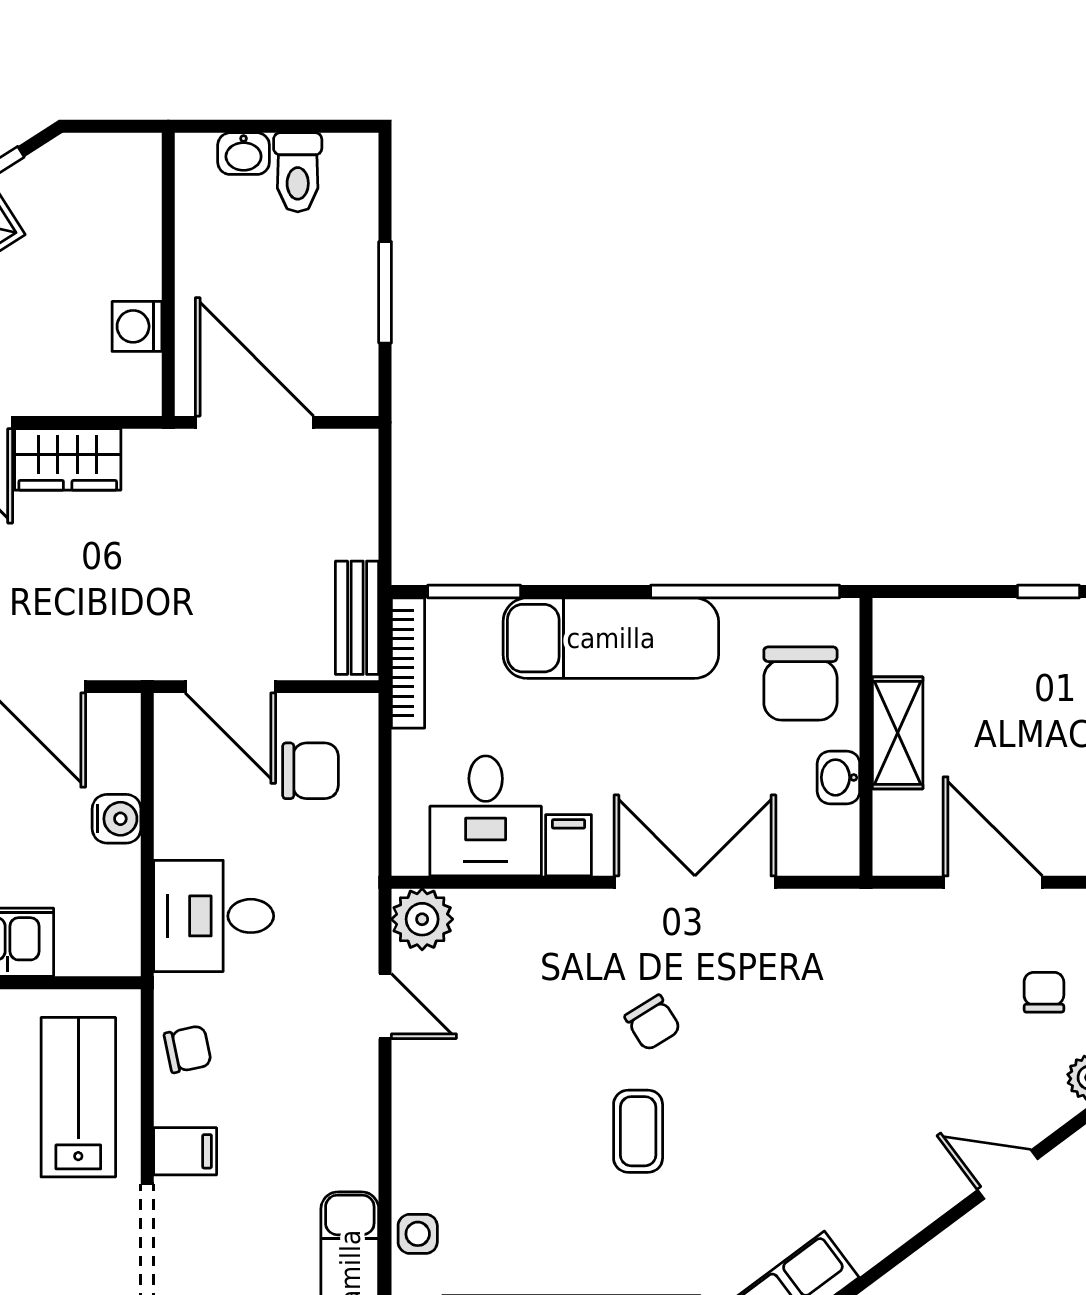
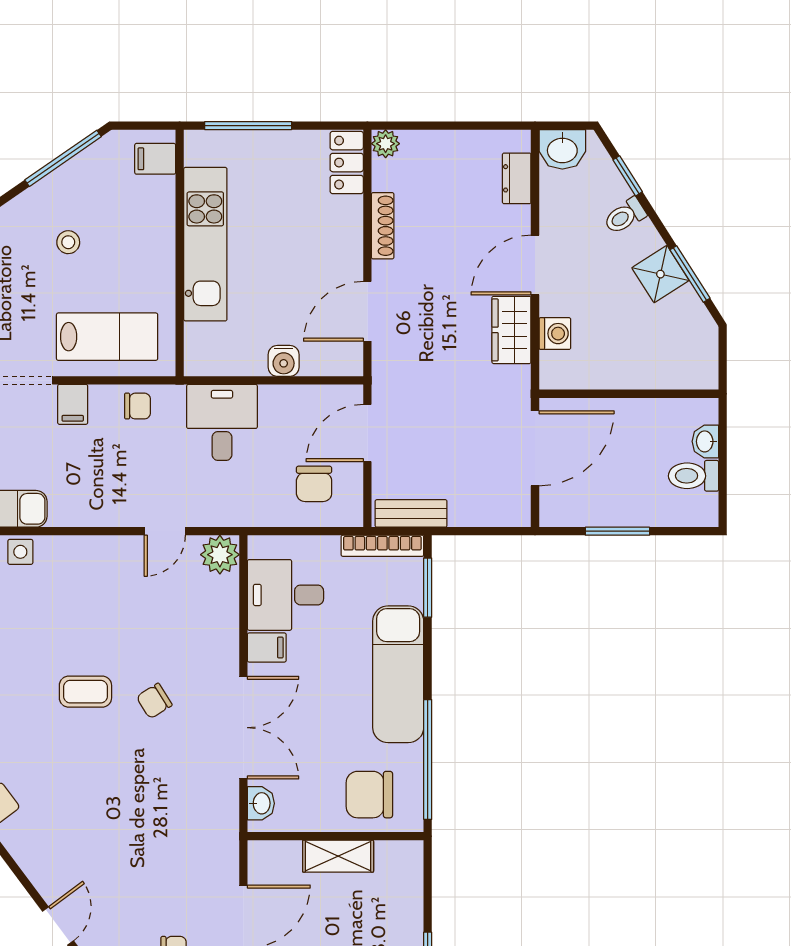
washing machine: (137, 326) -> (555, 334), moved, turned 90
washbasin: (838, 777) -> (261, 803), moved, turned 90
chair: (188, 1049) -> (138, 406), turned -78

